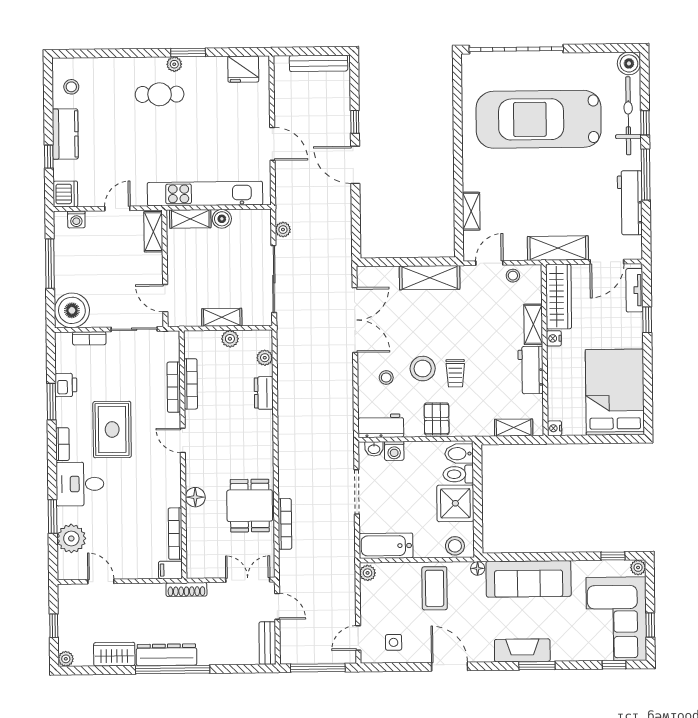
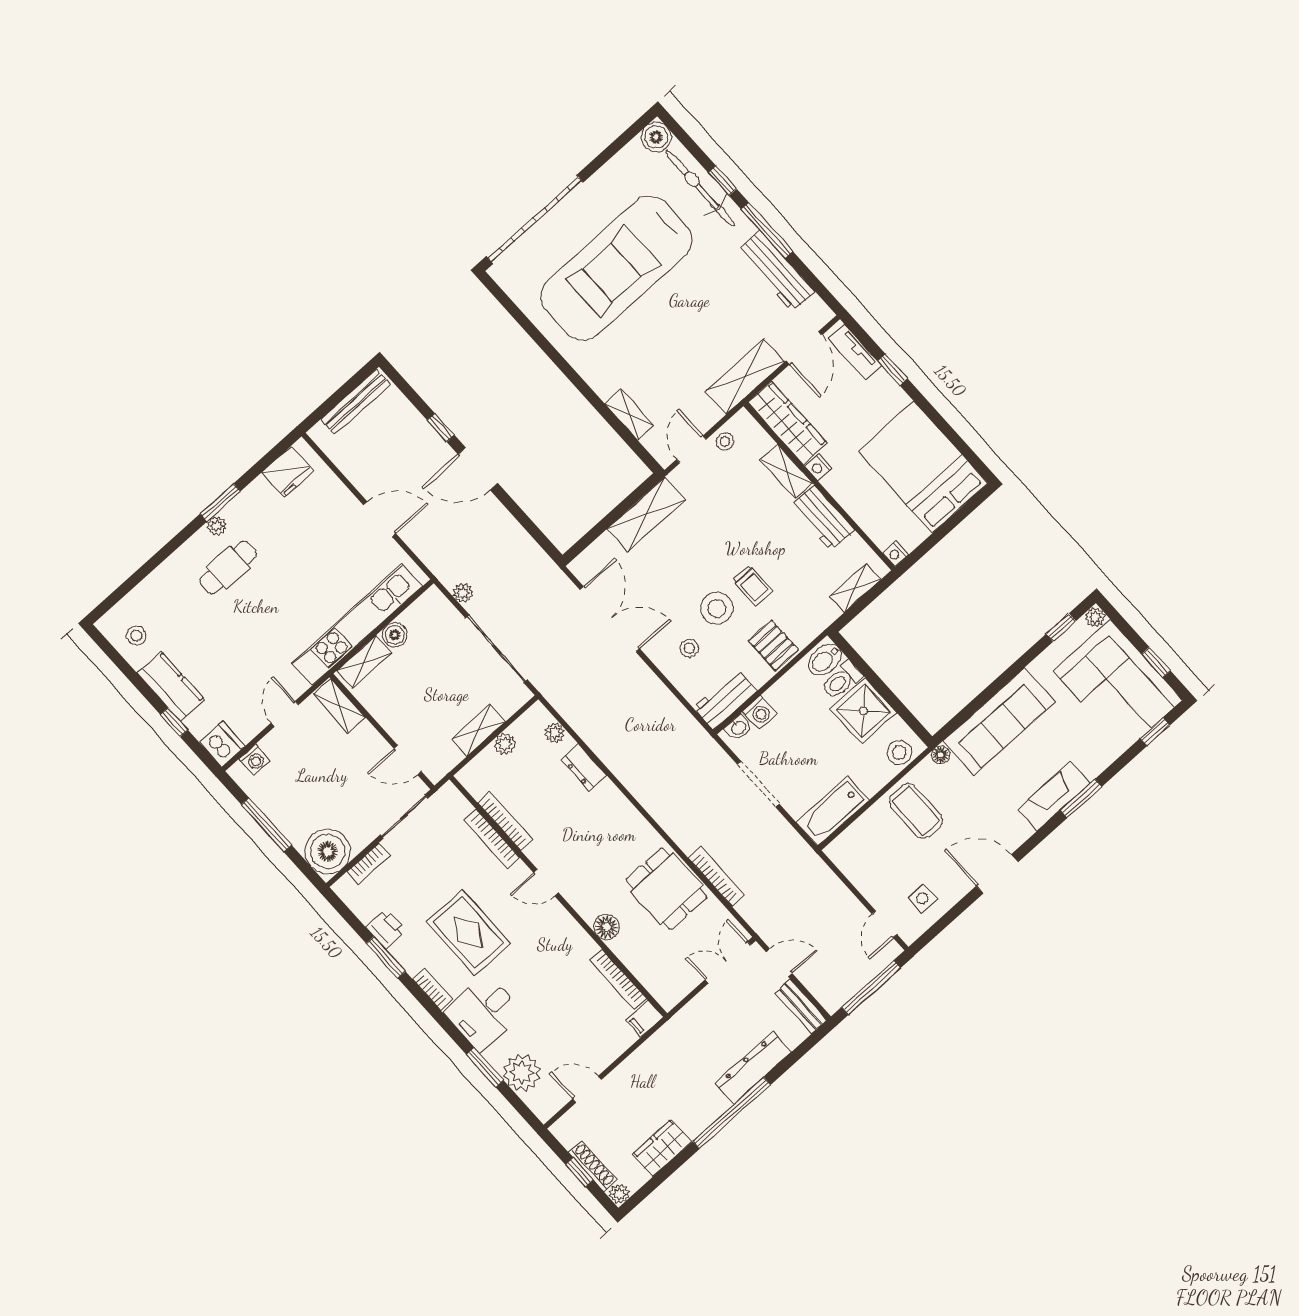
plant: (368, 573) -> (838, 853), removed
shoe rack: (186, 590) -> (593, 1166), moved, turned -90
dresser: (166, 655) -> (753, 1068), moved

